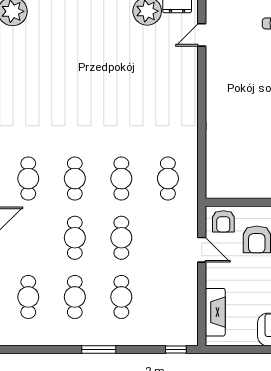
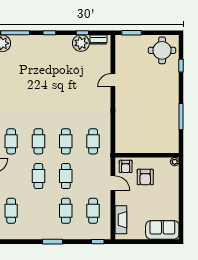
door: (202, 35) -> (113, 80), moved
cafe table: (75, 297) -> (93, 211), moved

